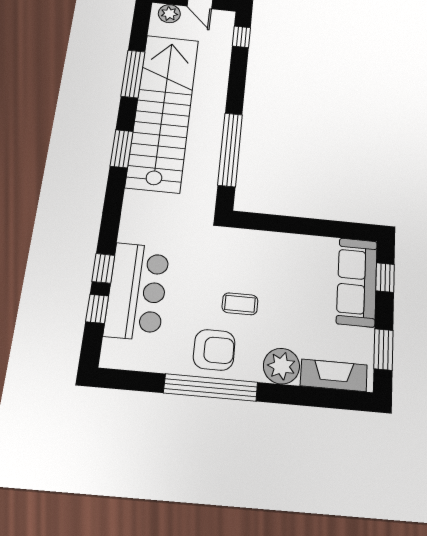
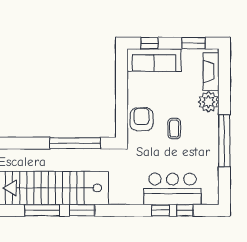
window: (133, 74) -> (42, 210), moved
armchair: (214, 350) -> (142, 119), moved

